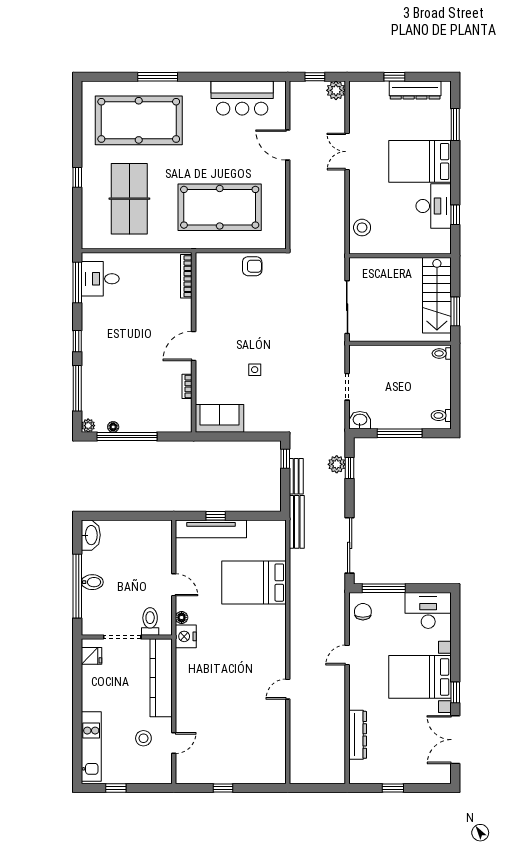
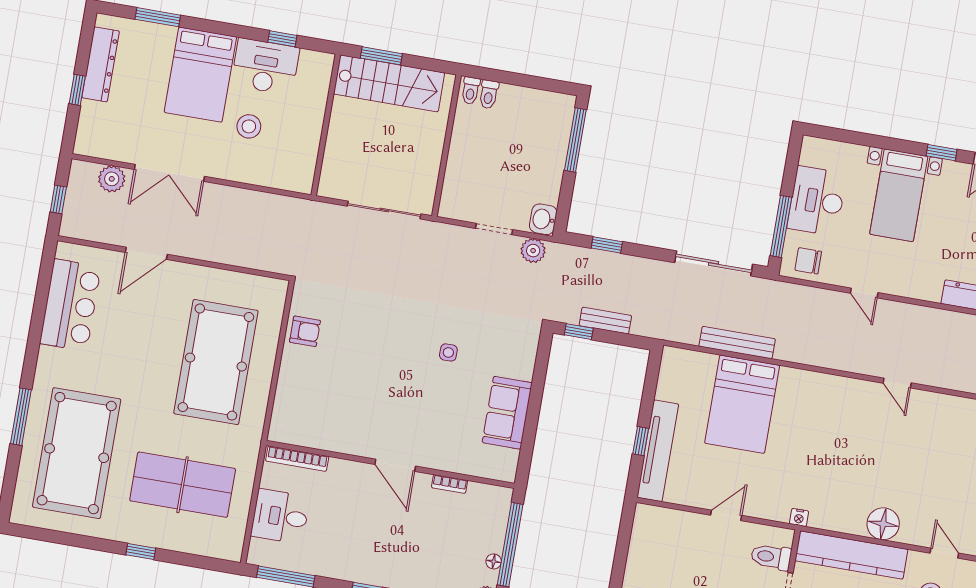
plant: (336, 90) -> (112, 179), moved
double door: (347, 152) -> (169, 173), width x1.37
stool: (362, 228) -> (249, 126), moved
armchair: (252, 266) -> (305, 331), turned 90
bookcase: (186, 276) -> (297, 459), moved
desk: (100, 279) -> (280, 516), moved, turned 90
window: (455, 311) -> (381, 56), moved
wall: (194, 342) -> (390, 464), moved
door: (194, 346) -> (395, 465), moved
bookcase: (187, 386) -> (450, 484), moved
toilet: (441, 416) -> (489, 94), moved
window: (400, 433) -> (575, 140), moved
plant: (337, 464) -> (533, 251), moved
bench: (297, 522) -> (737, 343), moved
desk: (428, 610) -> (817, 201), moved
floor lamp: (182, 617) -> (883, 524), moved, width x1.89, depth x1.89
nightstand: (186, 636) -> (799, 517), width x0.53, depth x0.56
bed with nightstands: (420, 677) -> (899, 195), width x0.73

